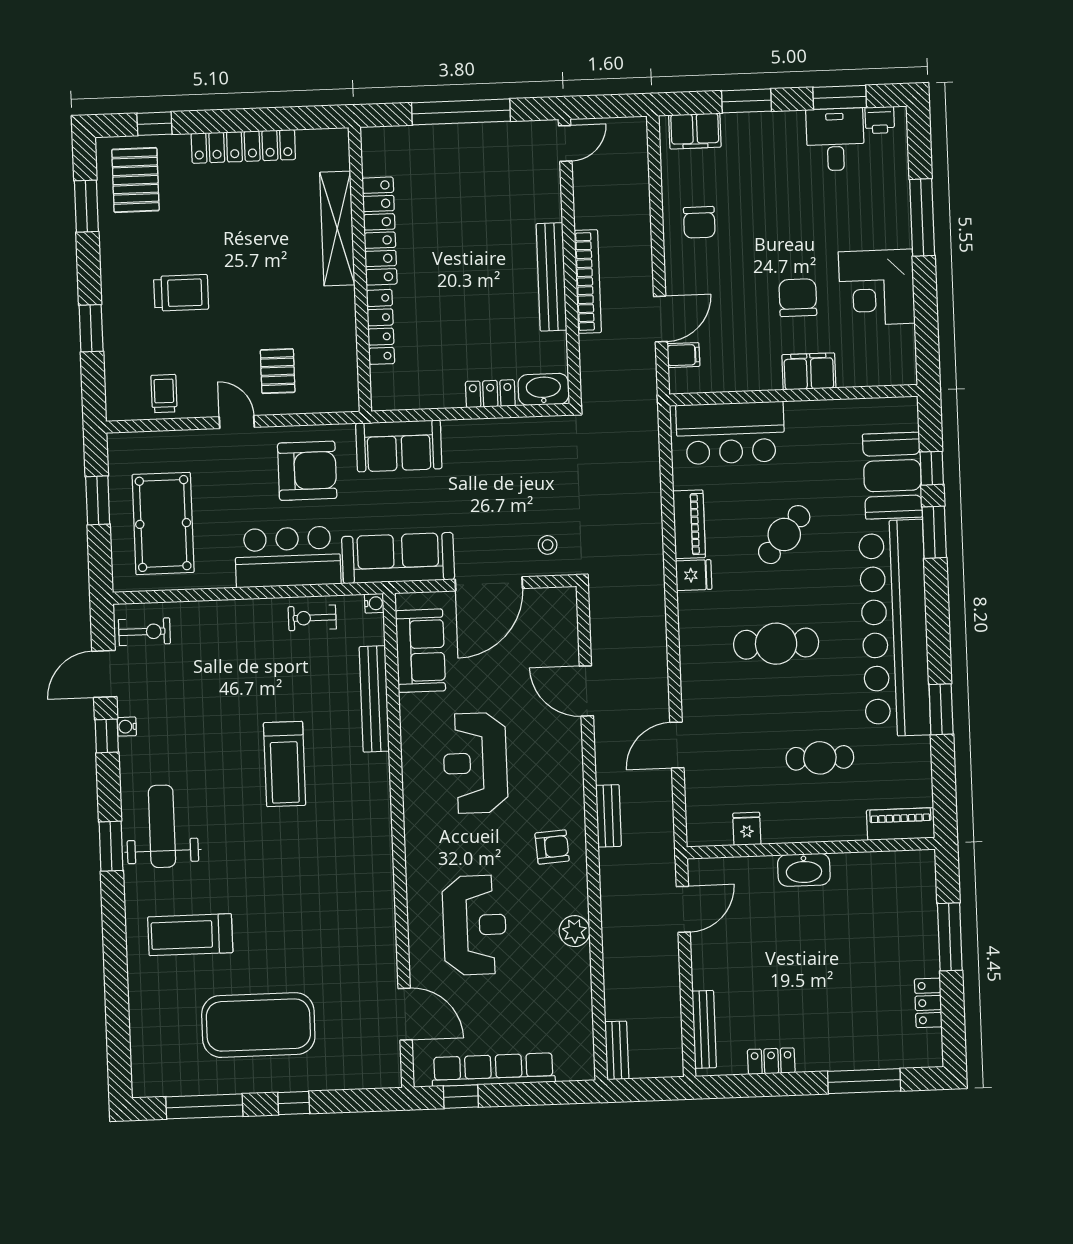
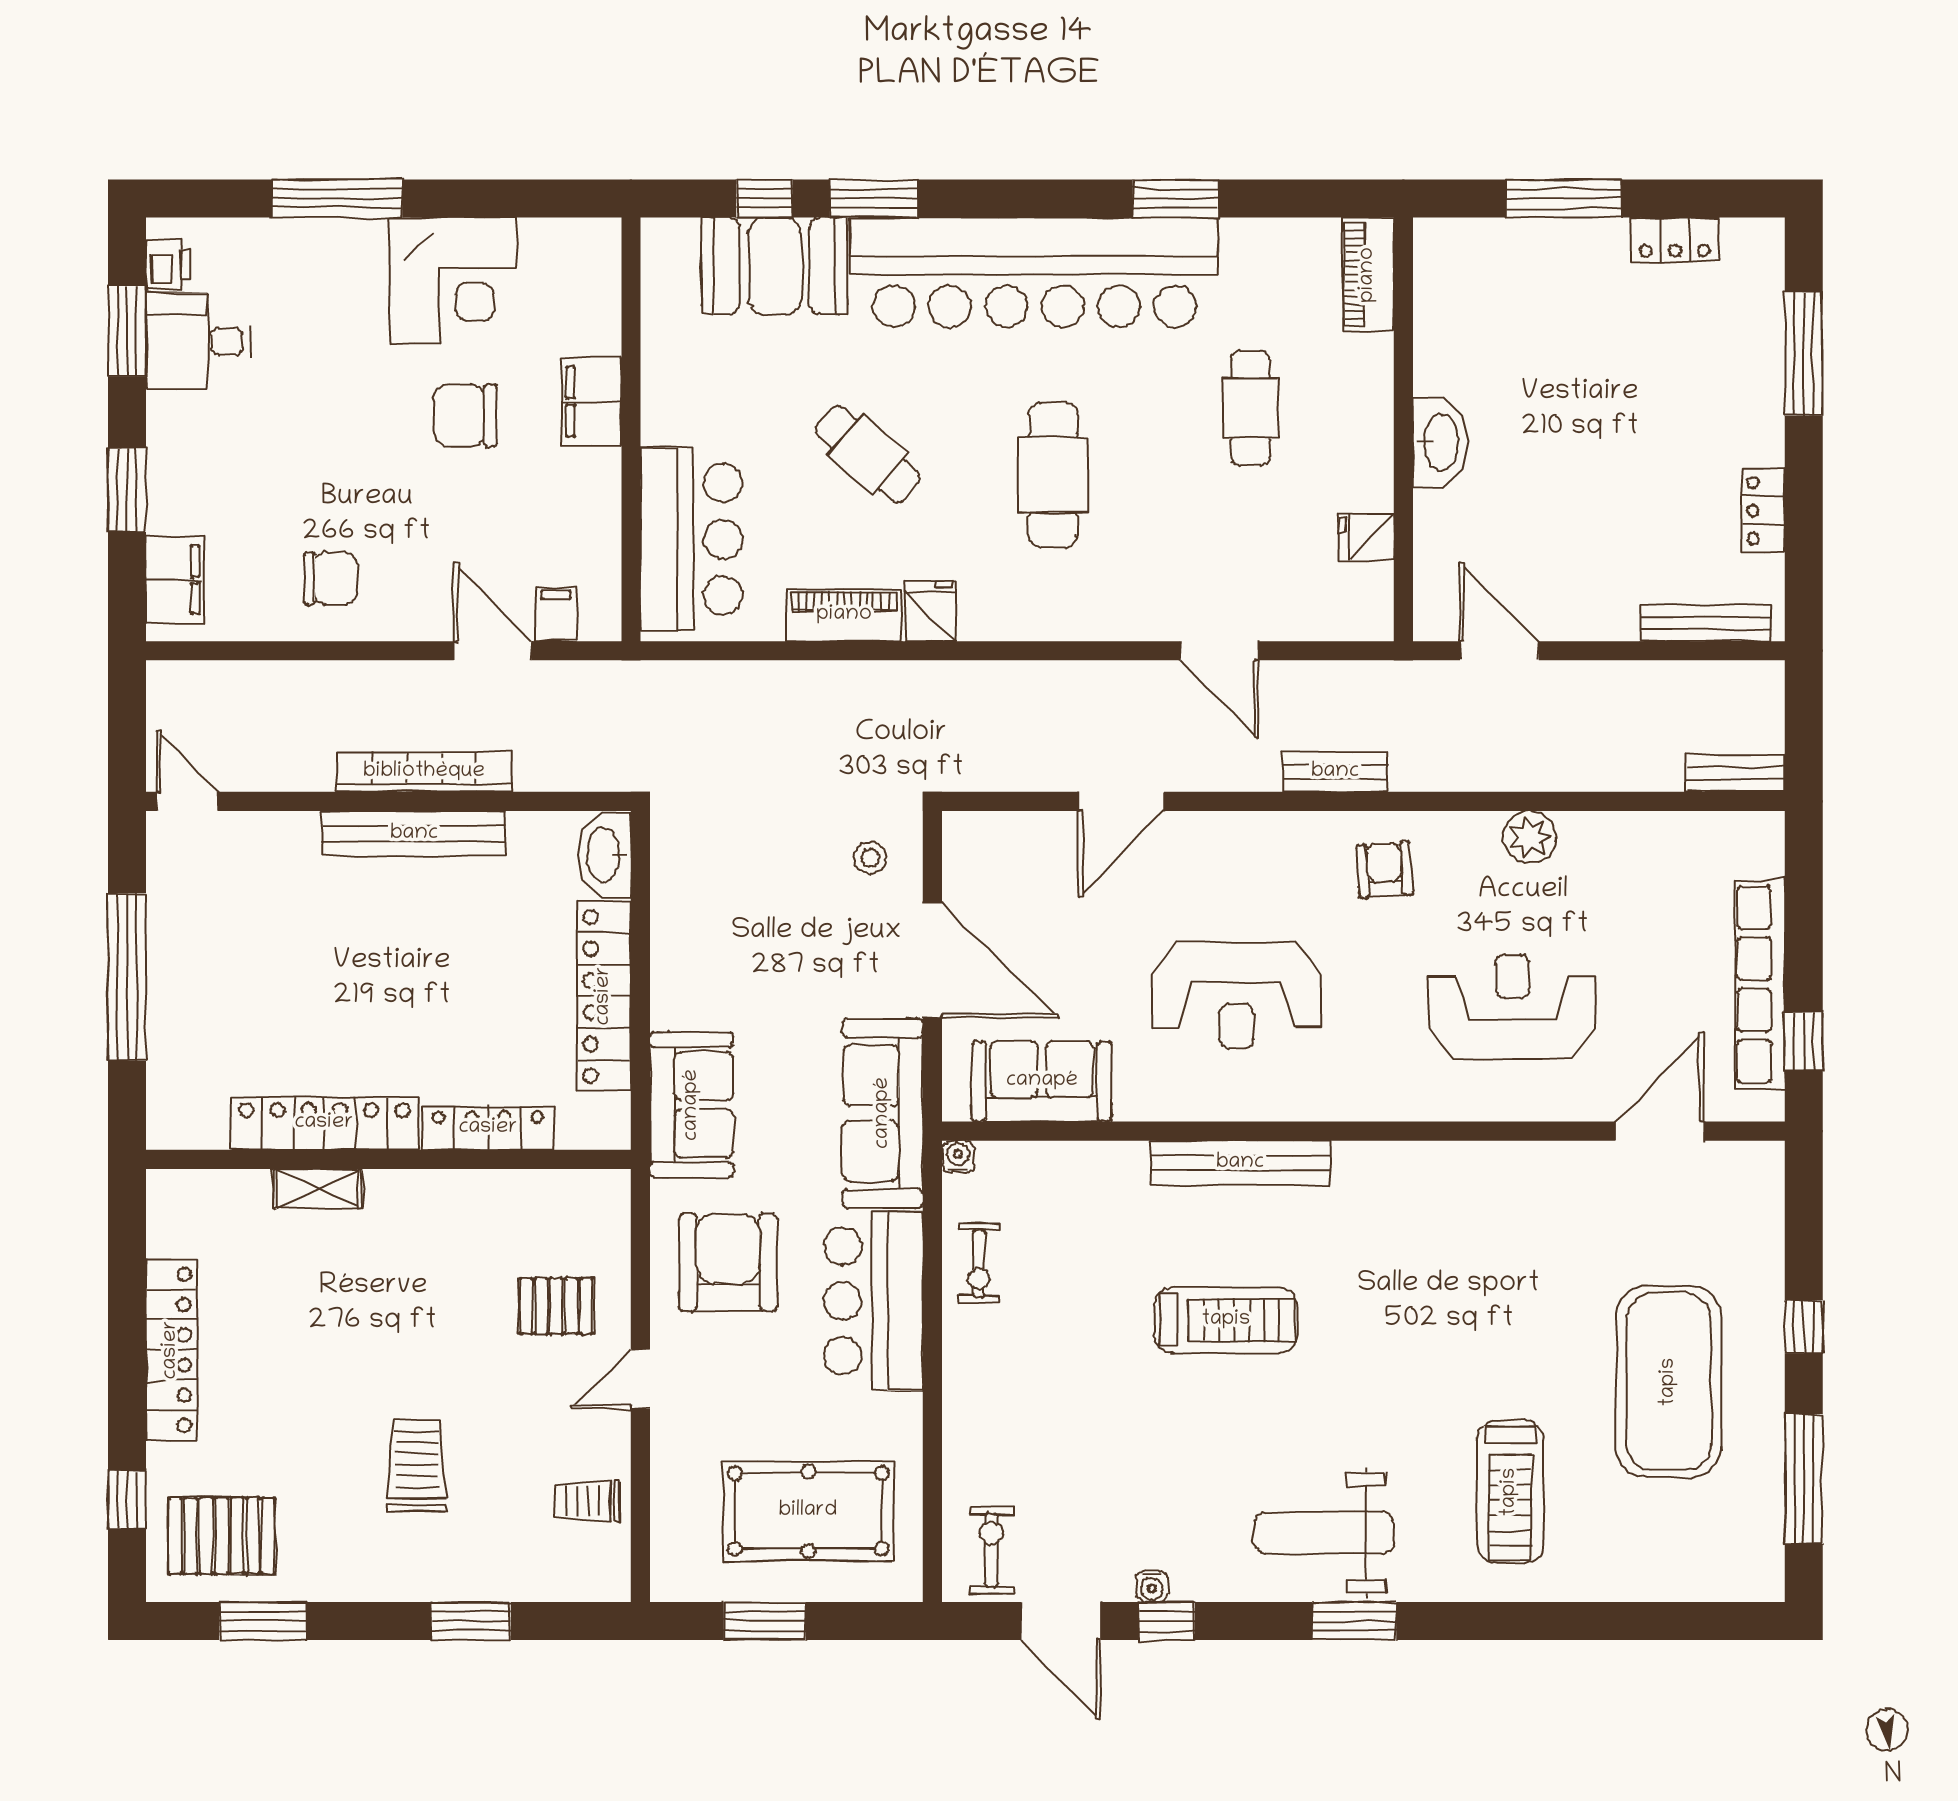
shelving: (337, 229) -> (317, 1189), width x0.45, depth x0.75
locker: (490, 394) -> (604, 996), width x2.16, depth x1.21
bench: (374, 699) -> (1240, 1163), moved

